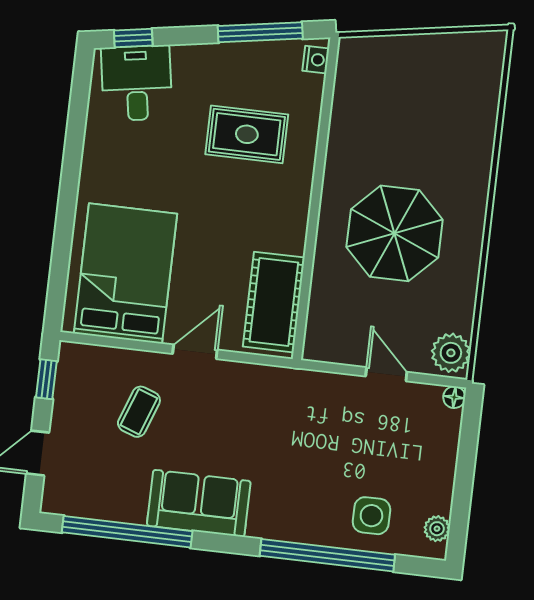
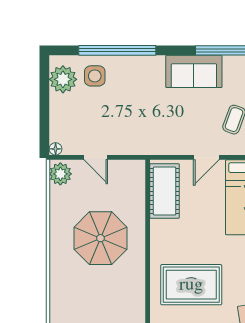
rug: (247, 134) -> (191, 285), width x1.36, depth x1.43
plant: (437, 529) -> (63, 79), width x1.88, depth x1.88

